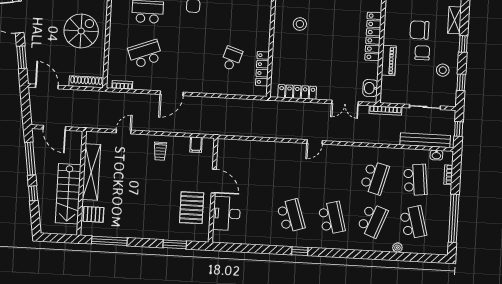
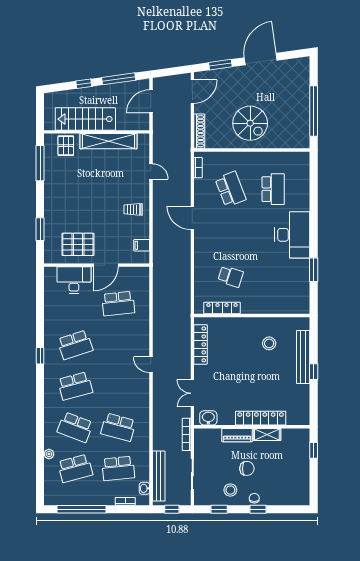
shelving: (455, 20) -> (267, 434), moved
chair: (419, 30) -> (254, 498), moved, width x0.54, depth x0.54
school desk: (252, 171) -> (118, 304), added

